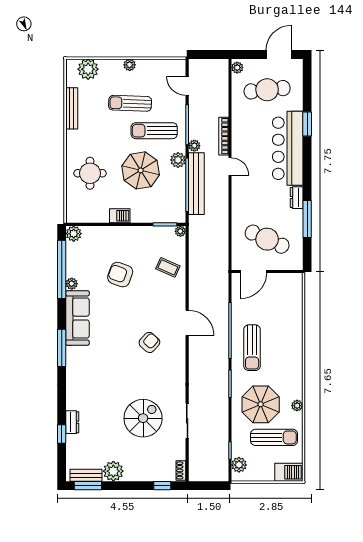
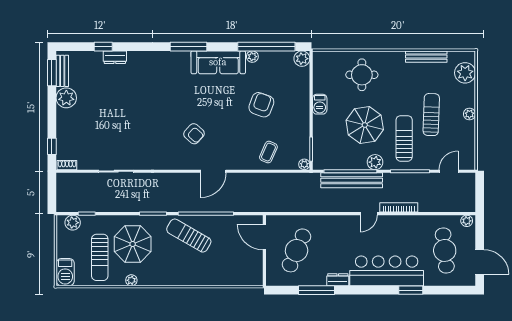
plant: (194, 146) -> (389, 178), removed
sun lounger: (252, 348) -> (189, 236), turned 30
spiral stairs: (143, 418) -> (119, 127), removed

